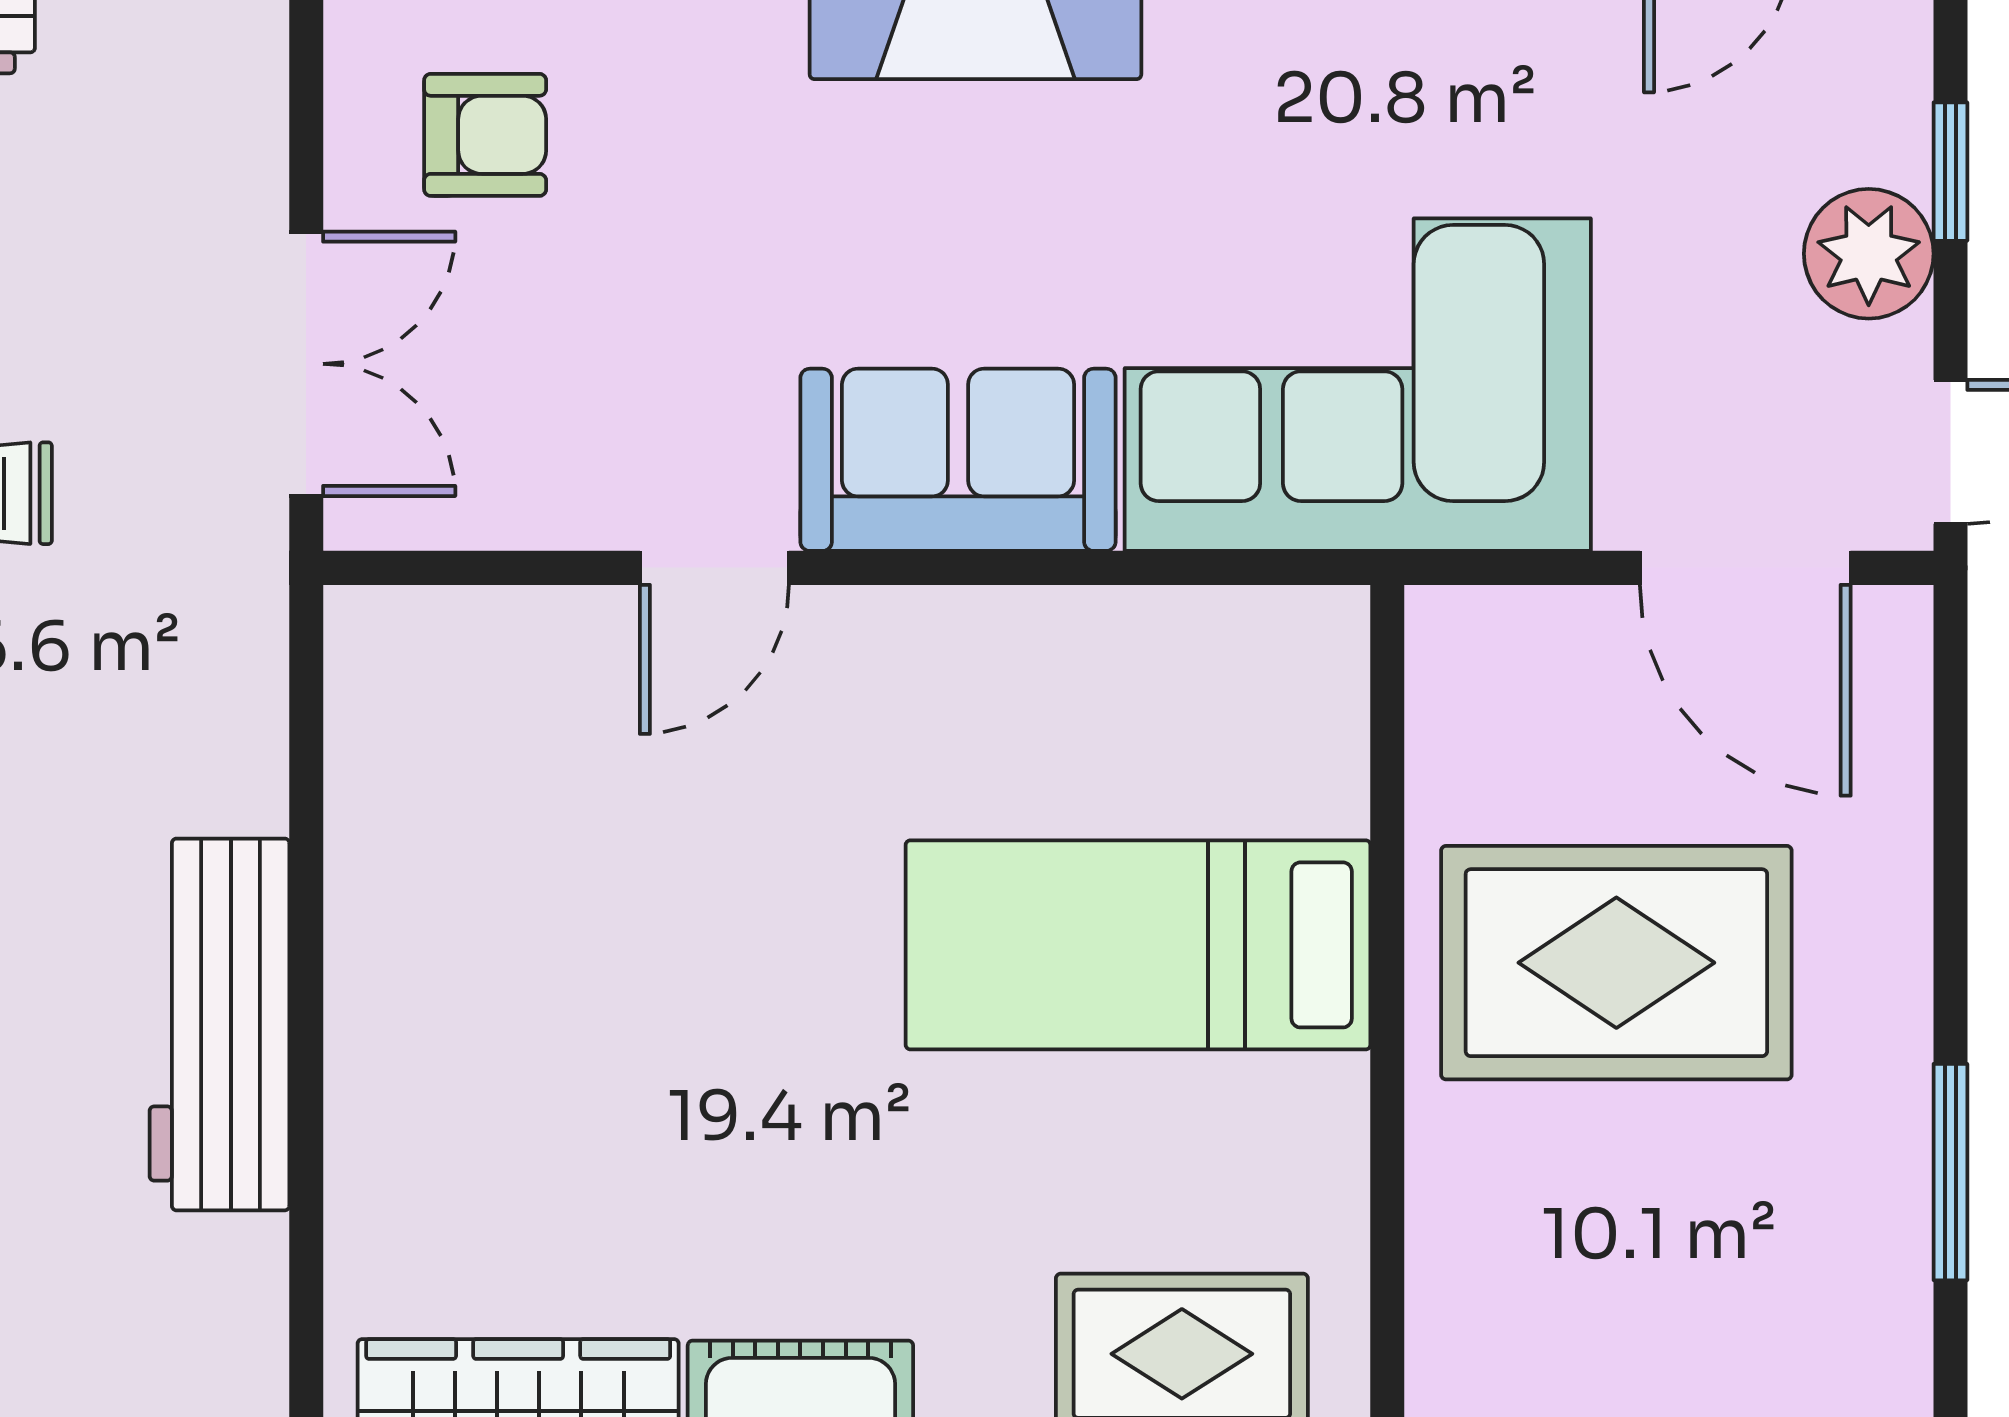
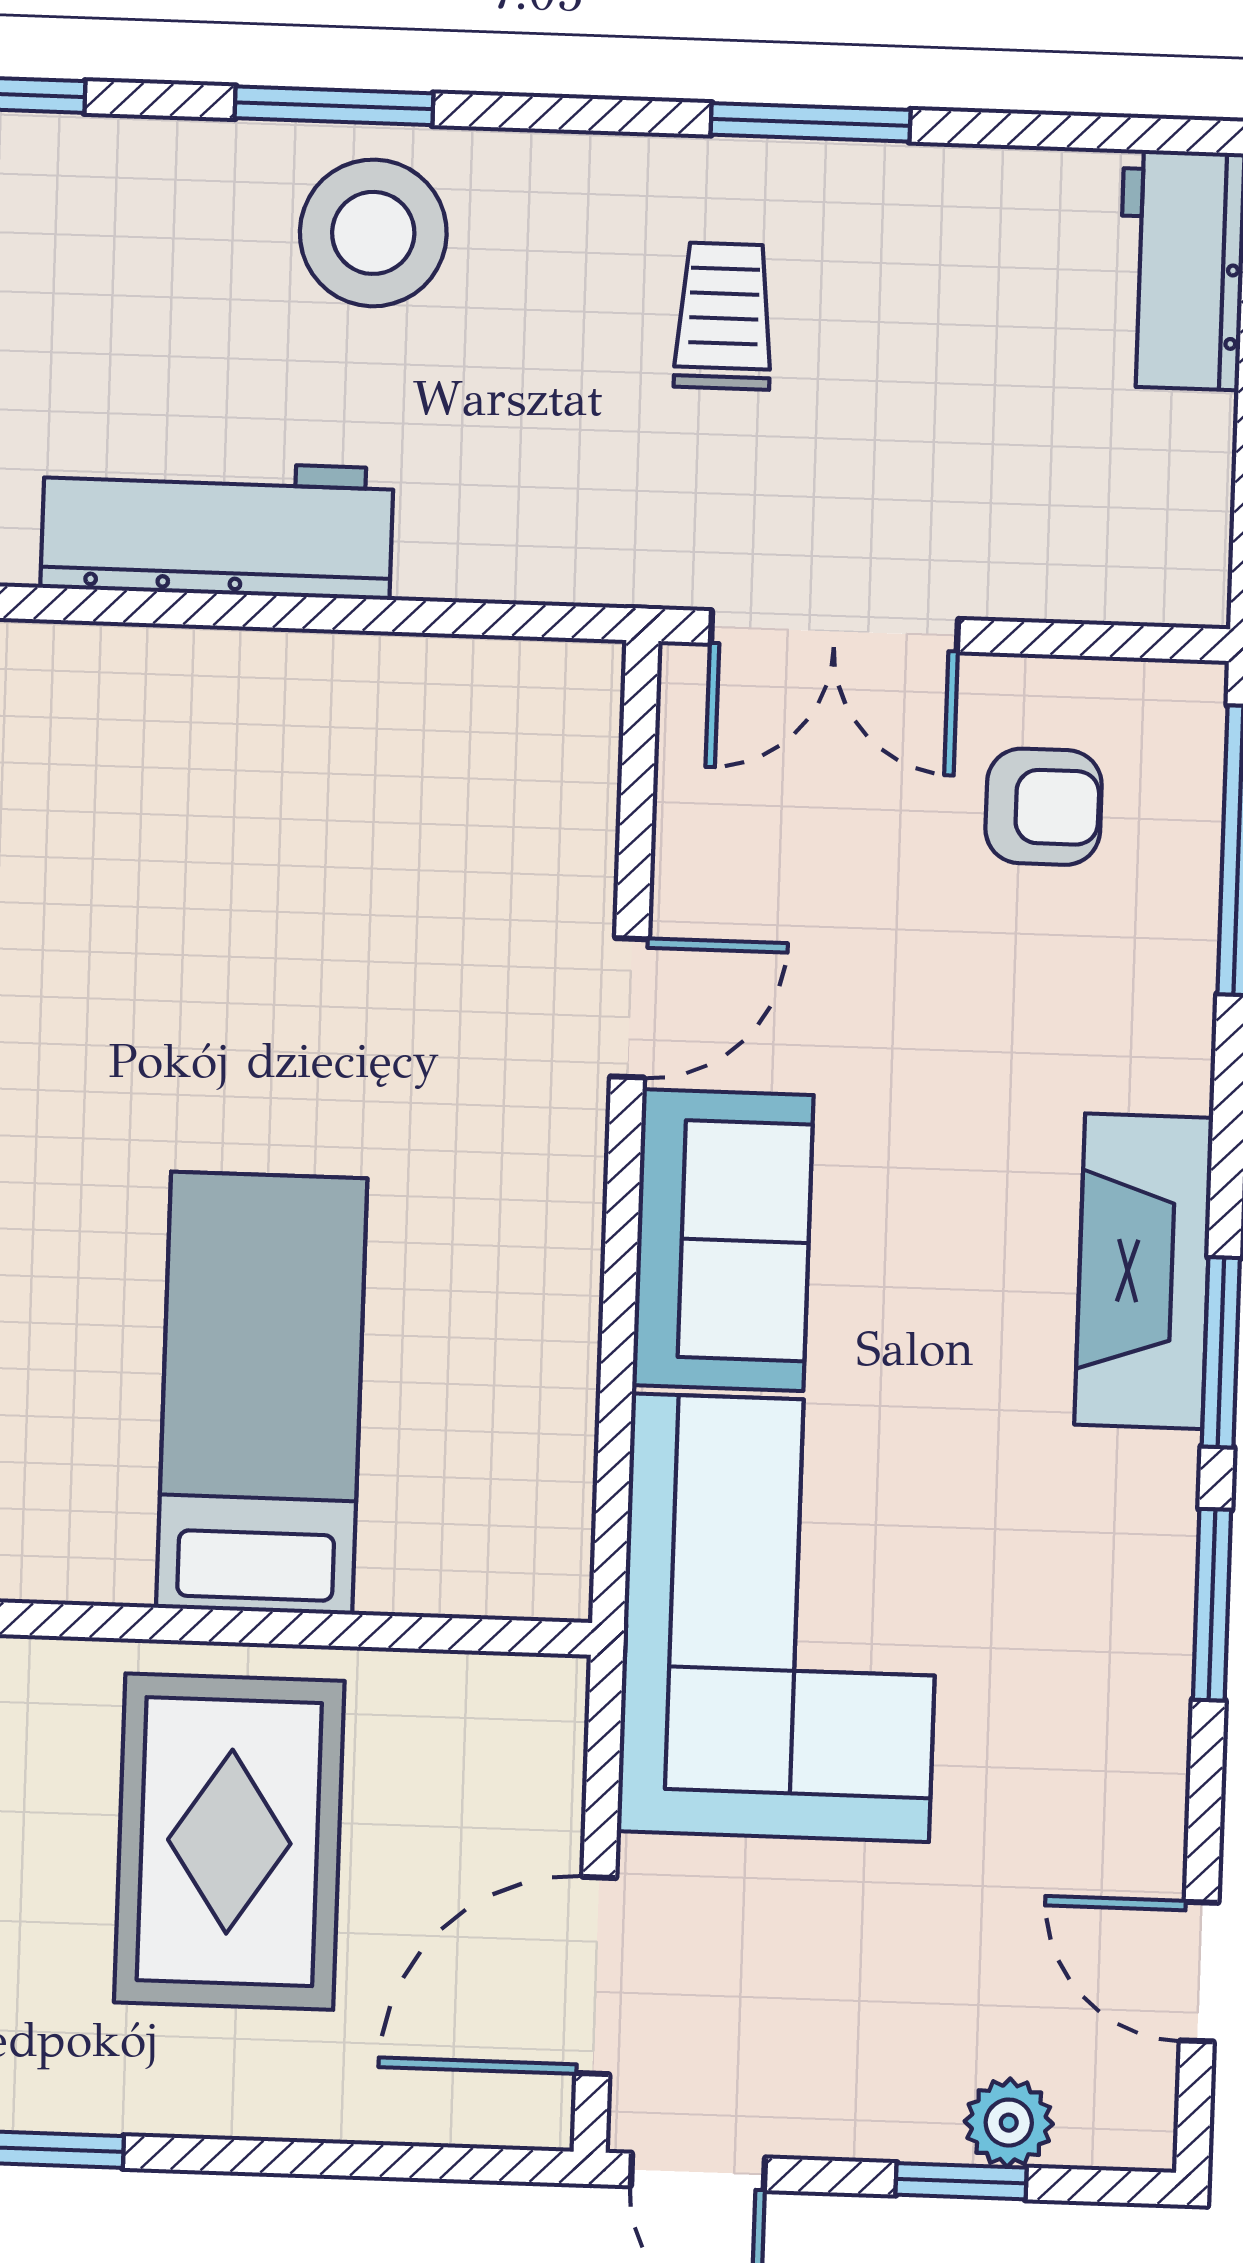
armchair: (485, 135) -> (1044, 807), turned -90
plant: (1869, 254) -> (1009, 2123), moved, width x0.73, depth x0.73
door: (714, 568) -> (629, 1008), swing flipped

